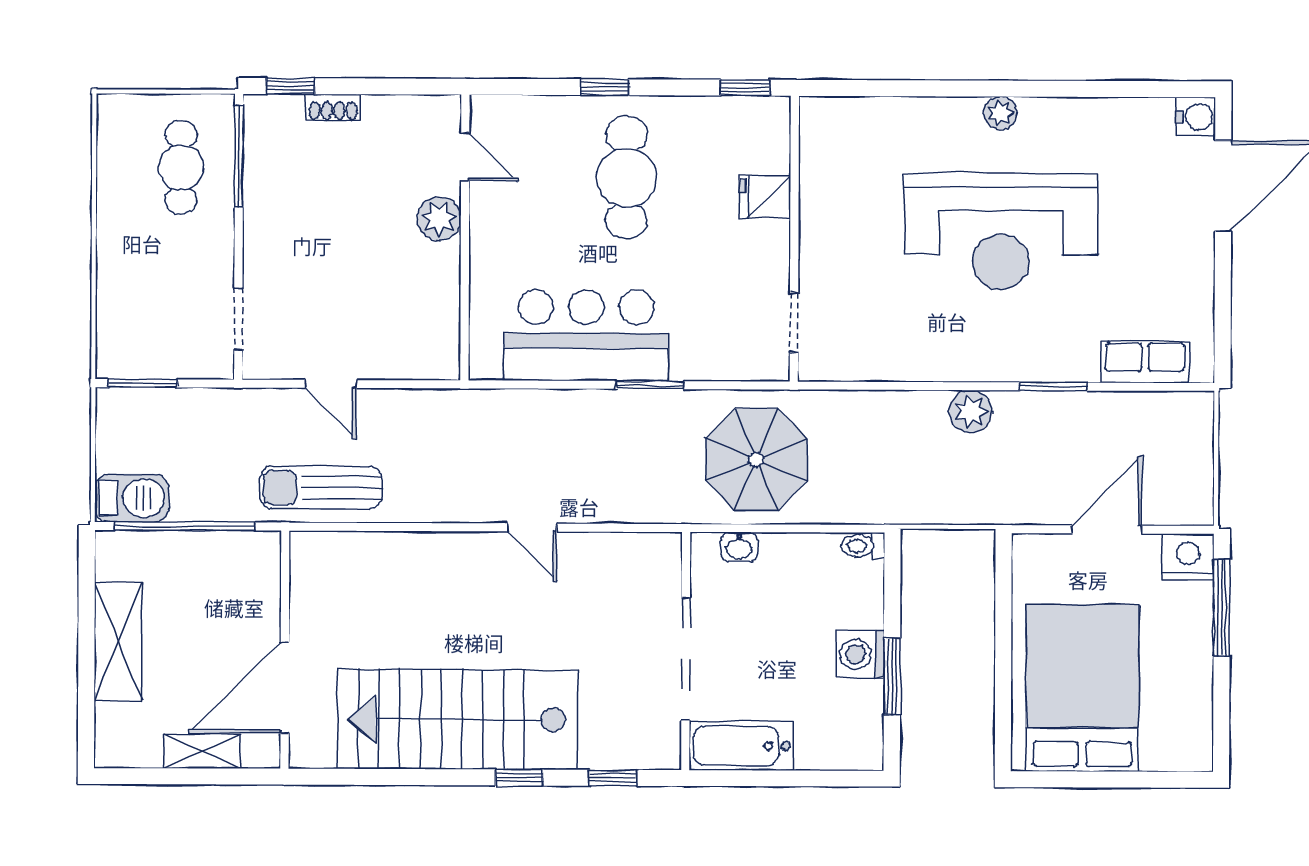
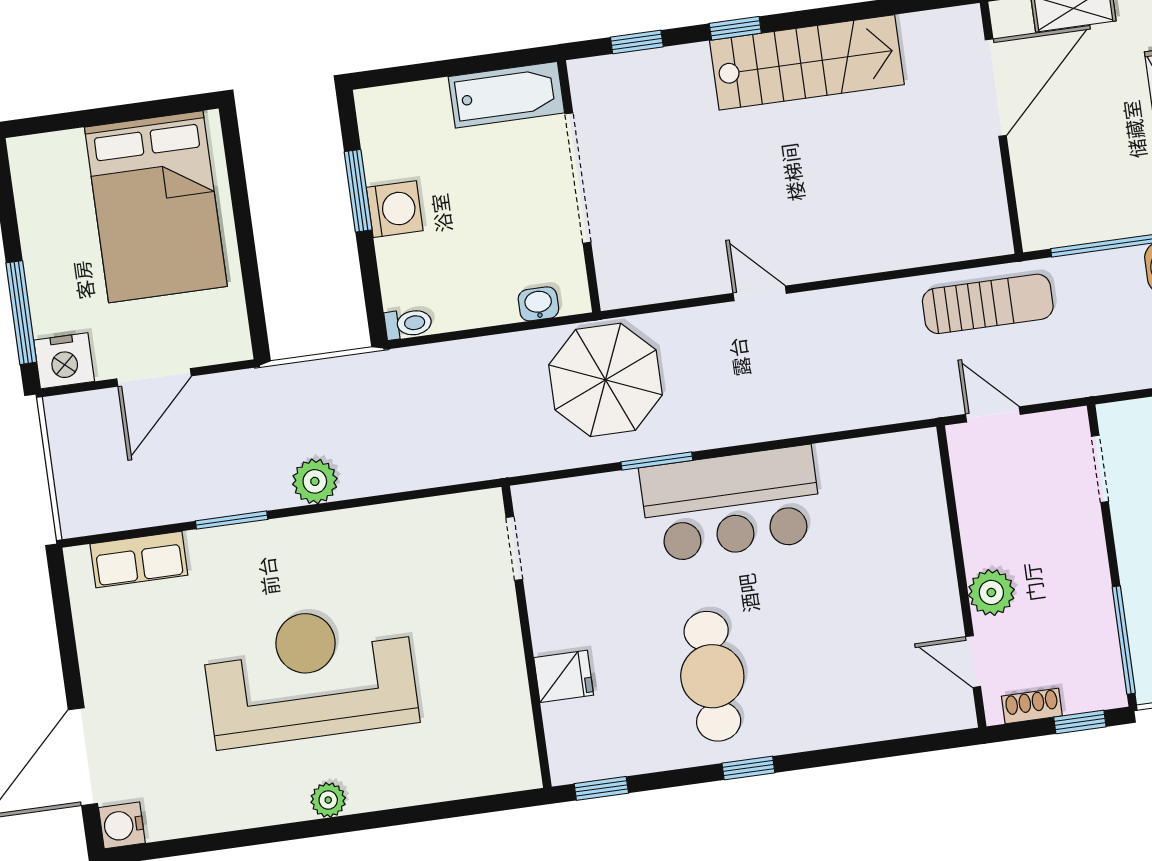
door: (465, 157) -> (973, 662), moved
plant: (439, 219) -> (991, 592), moved
wall: (465, 238) -> (961, 576), moved
parasol: (756, 460) -> (606, 380), moved
stairs: (457, 719) -> (807, 62), width x0.73, depth x0.66

